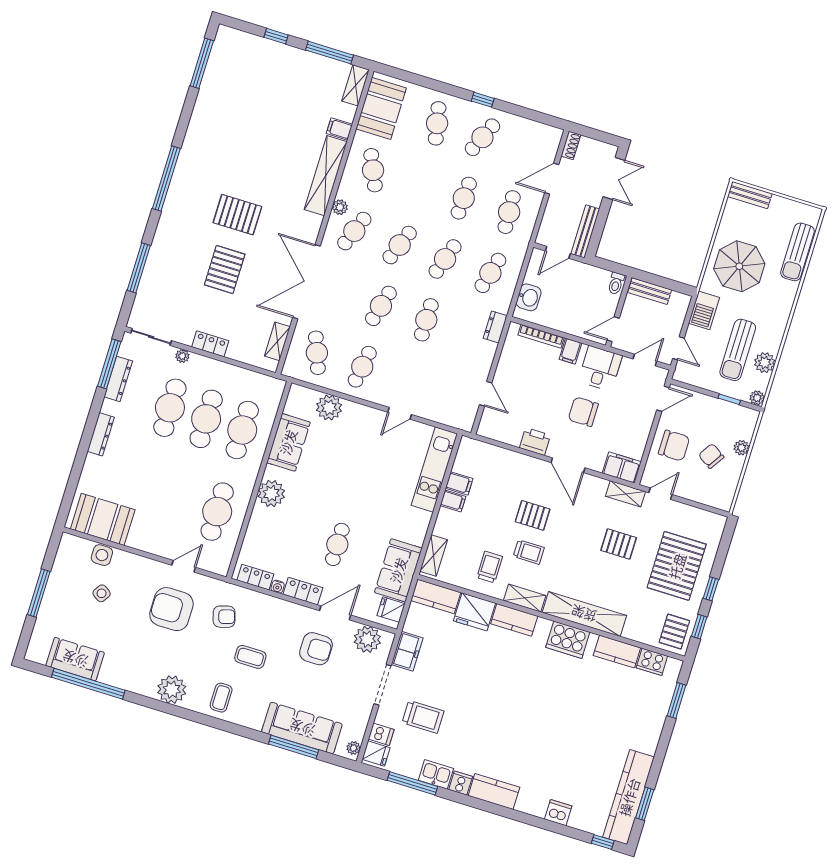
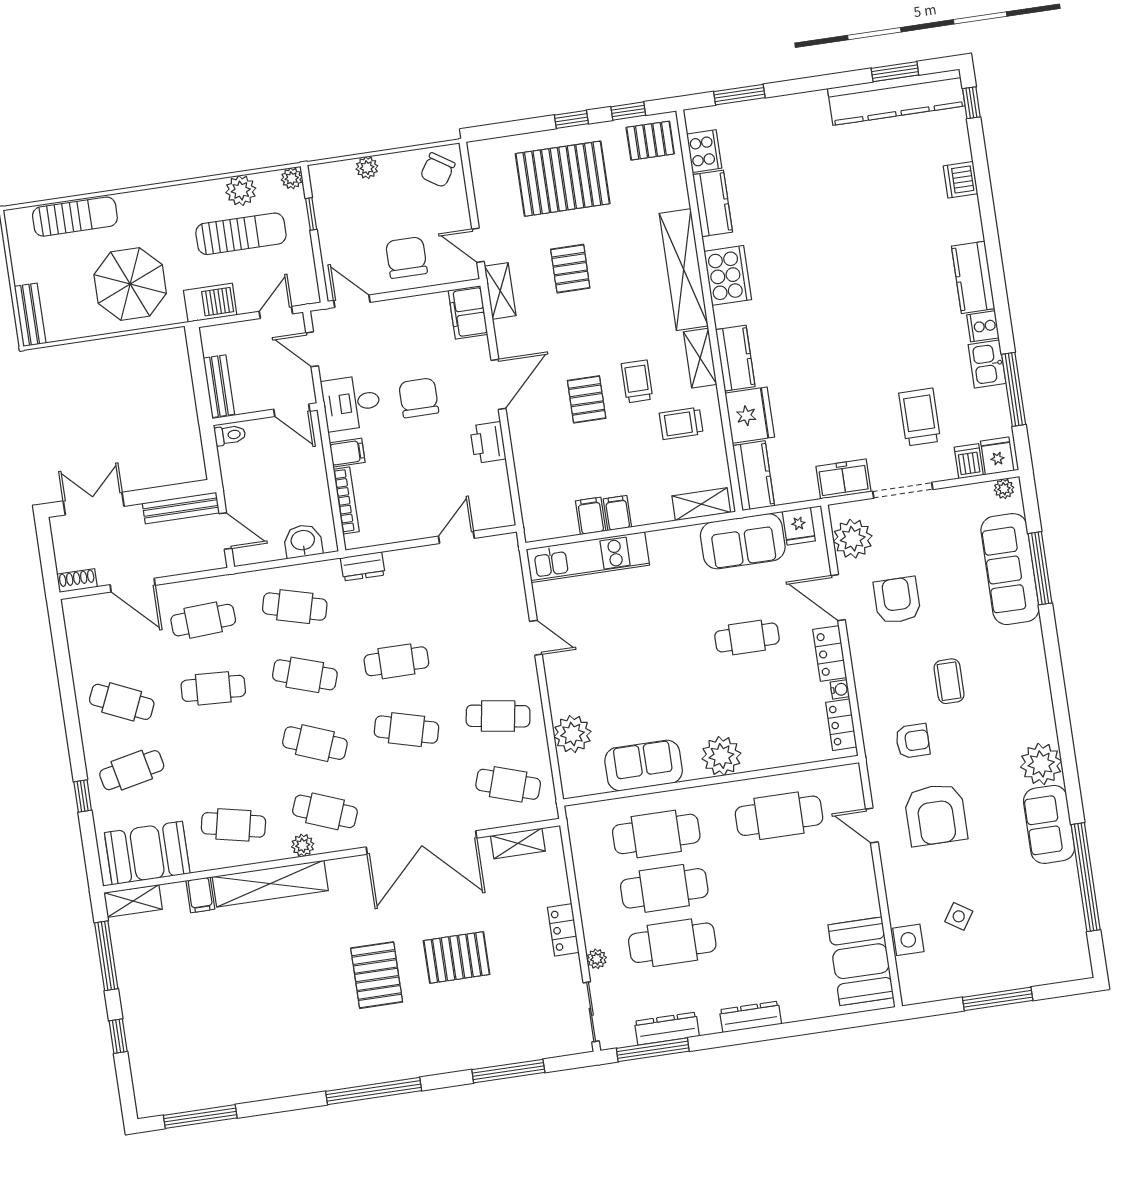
window: (483, 100) -> (83, 796), moved
cafe table: (373, 170) -> (233, 825), turned 36
cafe table: (317, 353) -> (508, 784), turned 39
chair: (583, 412) -> (419, 398), turned 180
chair: (711, 456) -> (438, 170), moved
armchair: (224, 617) -> (913, 741), turned 106
sofa: (75, 659) -> (1049, 824), moved
coffee table: (221, 698) -> (1021, 694), removed

